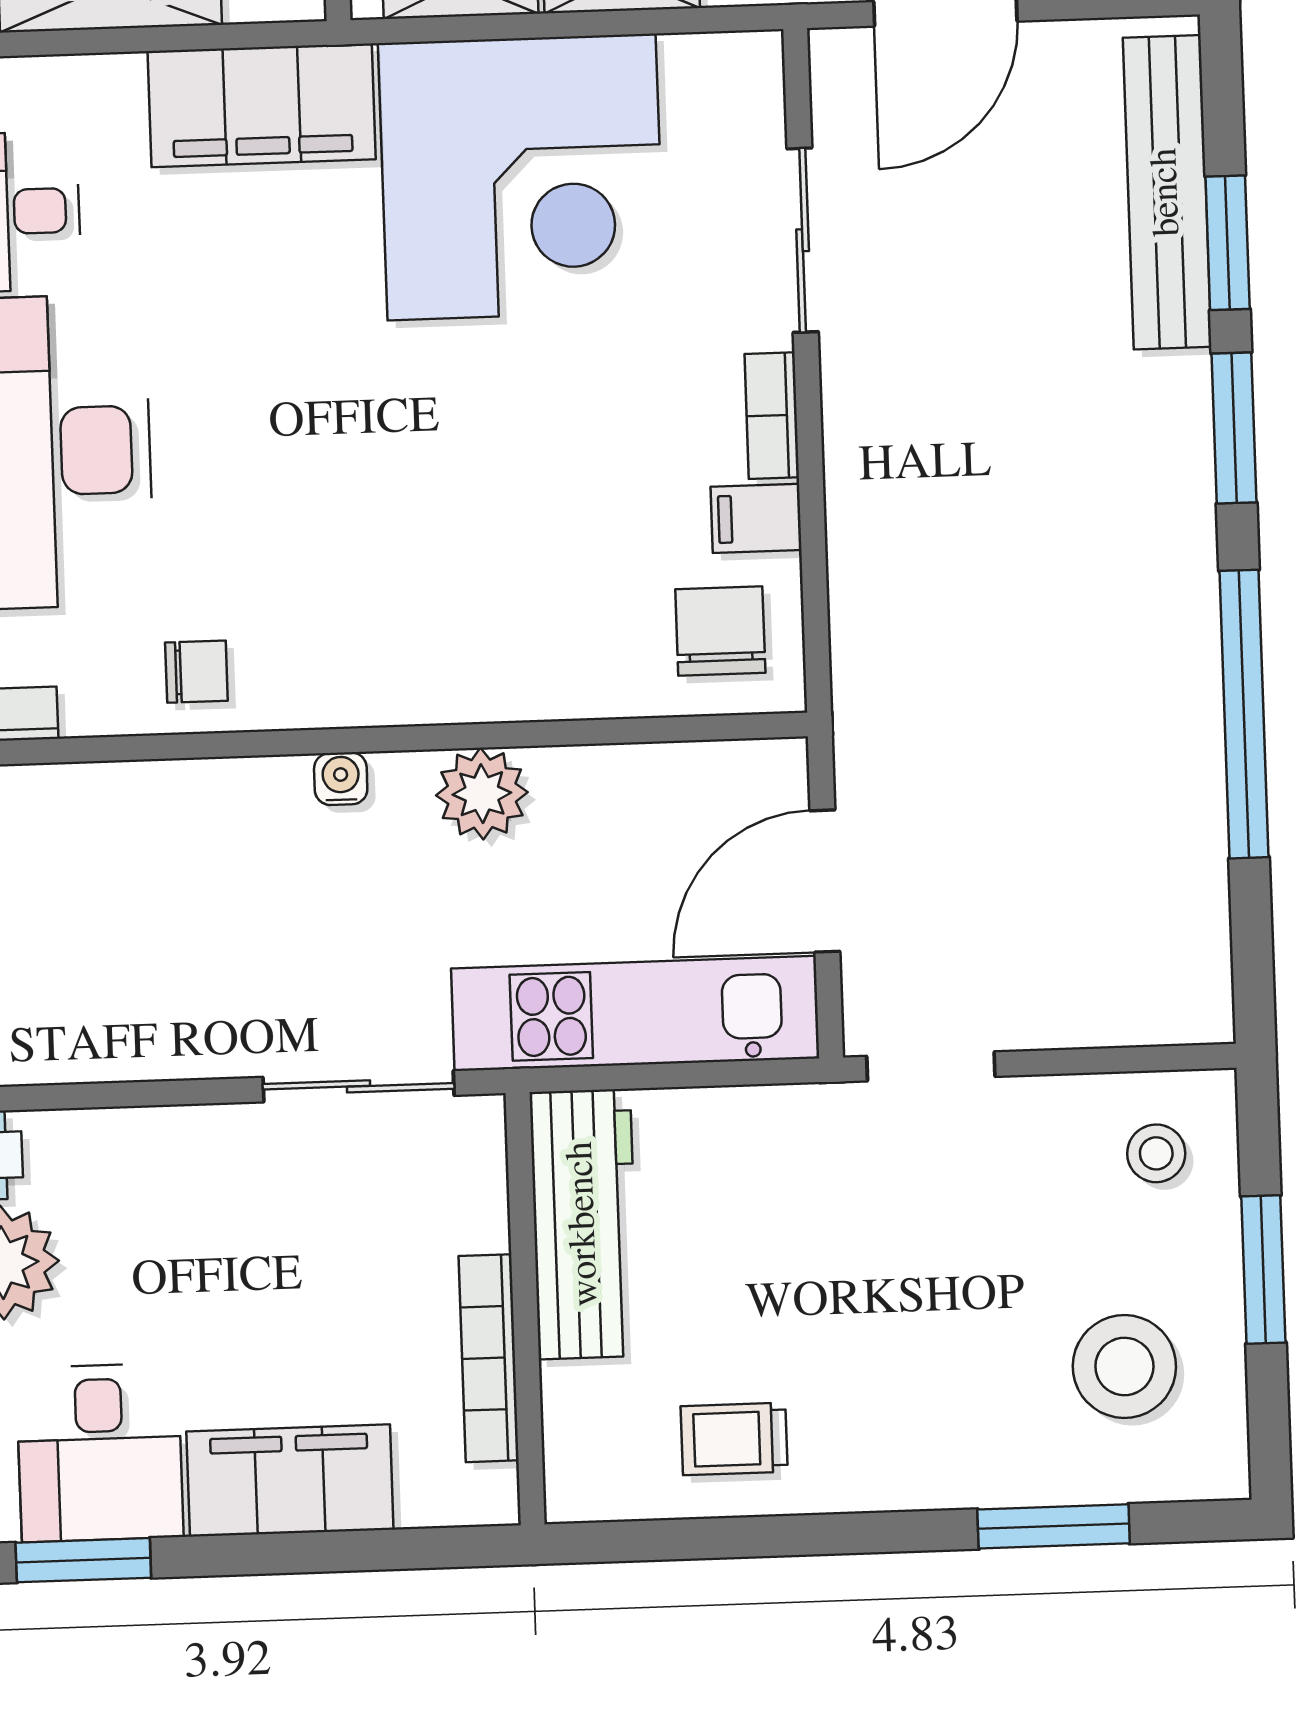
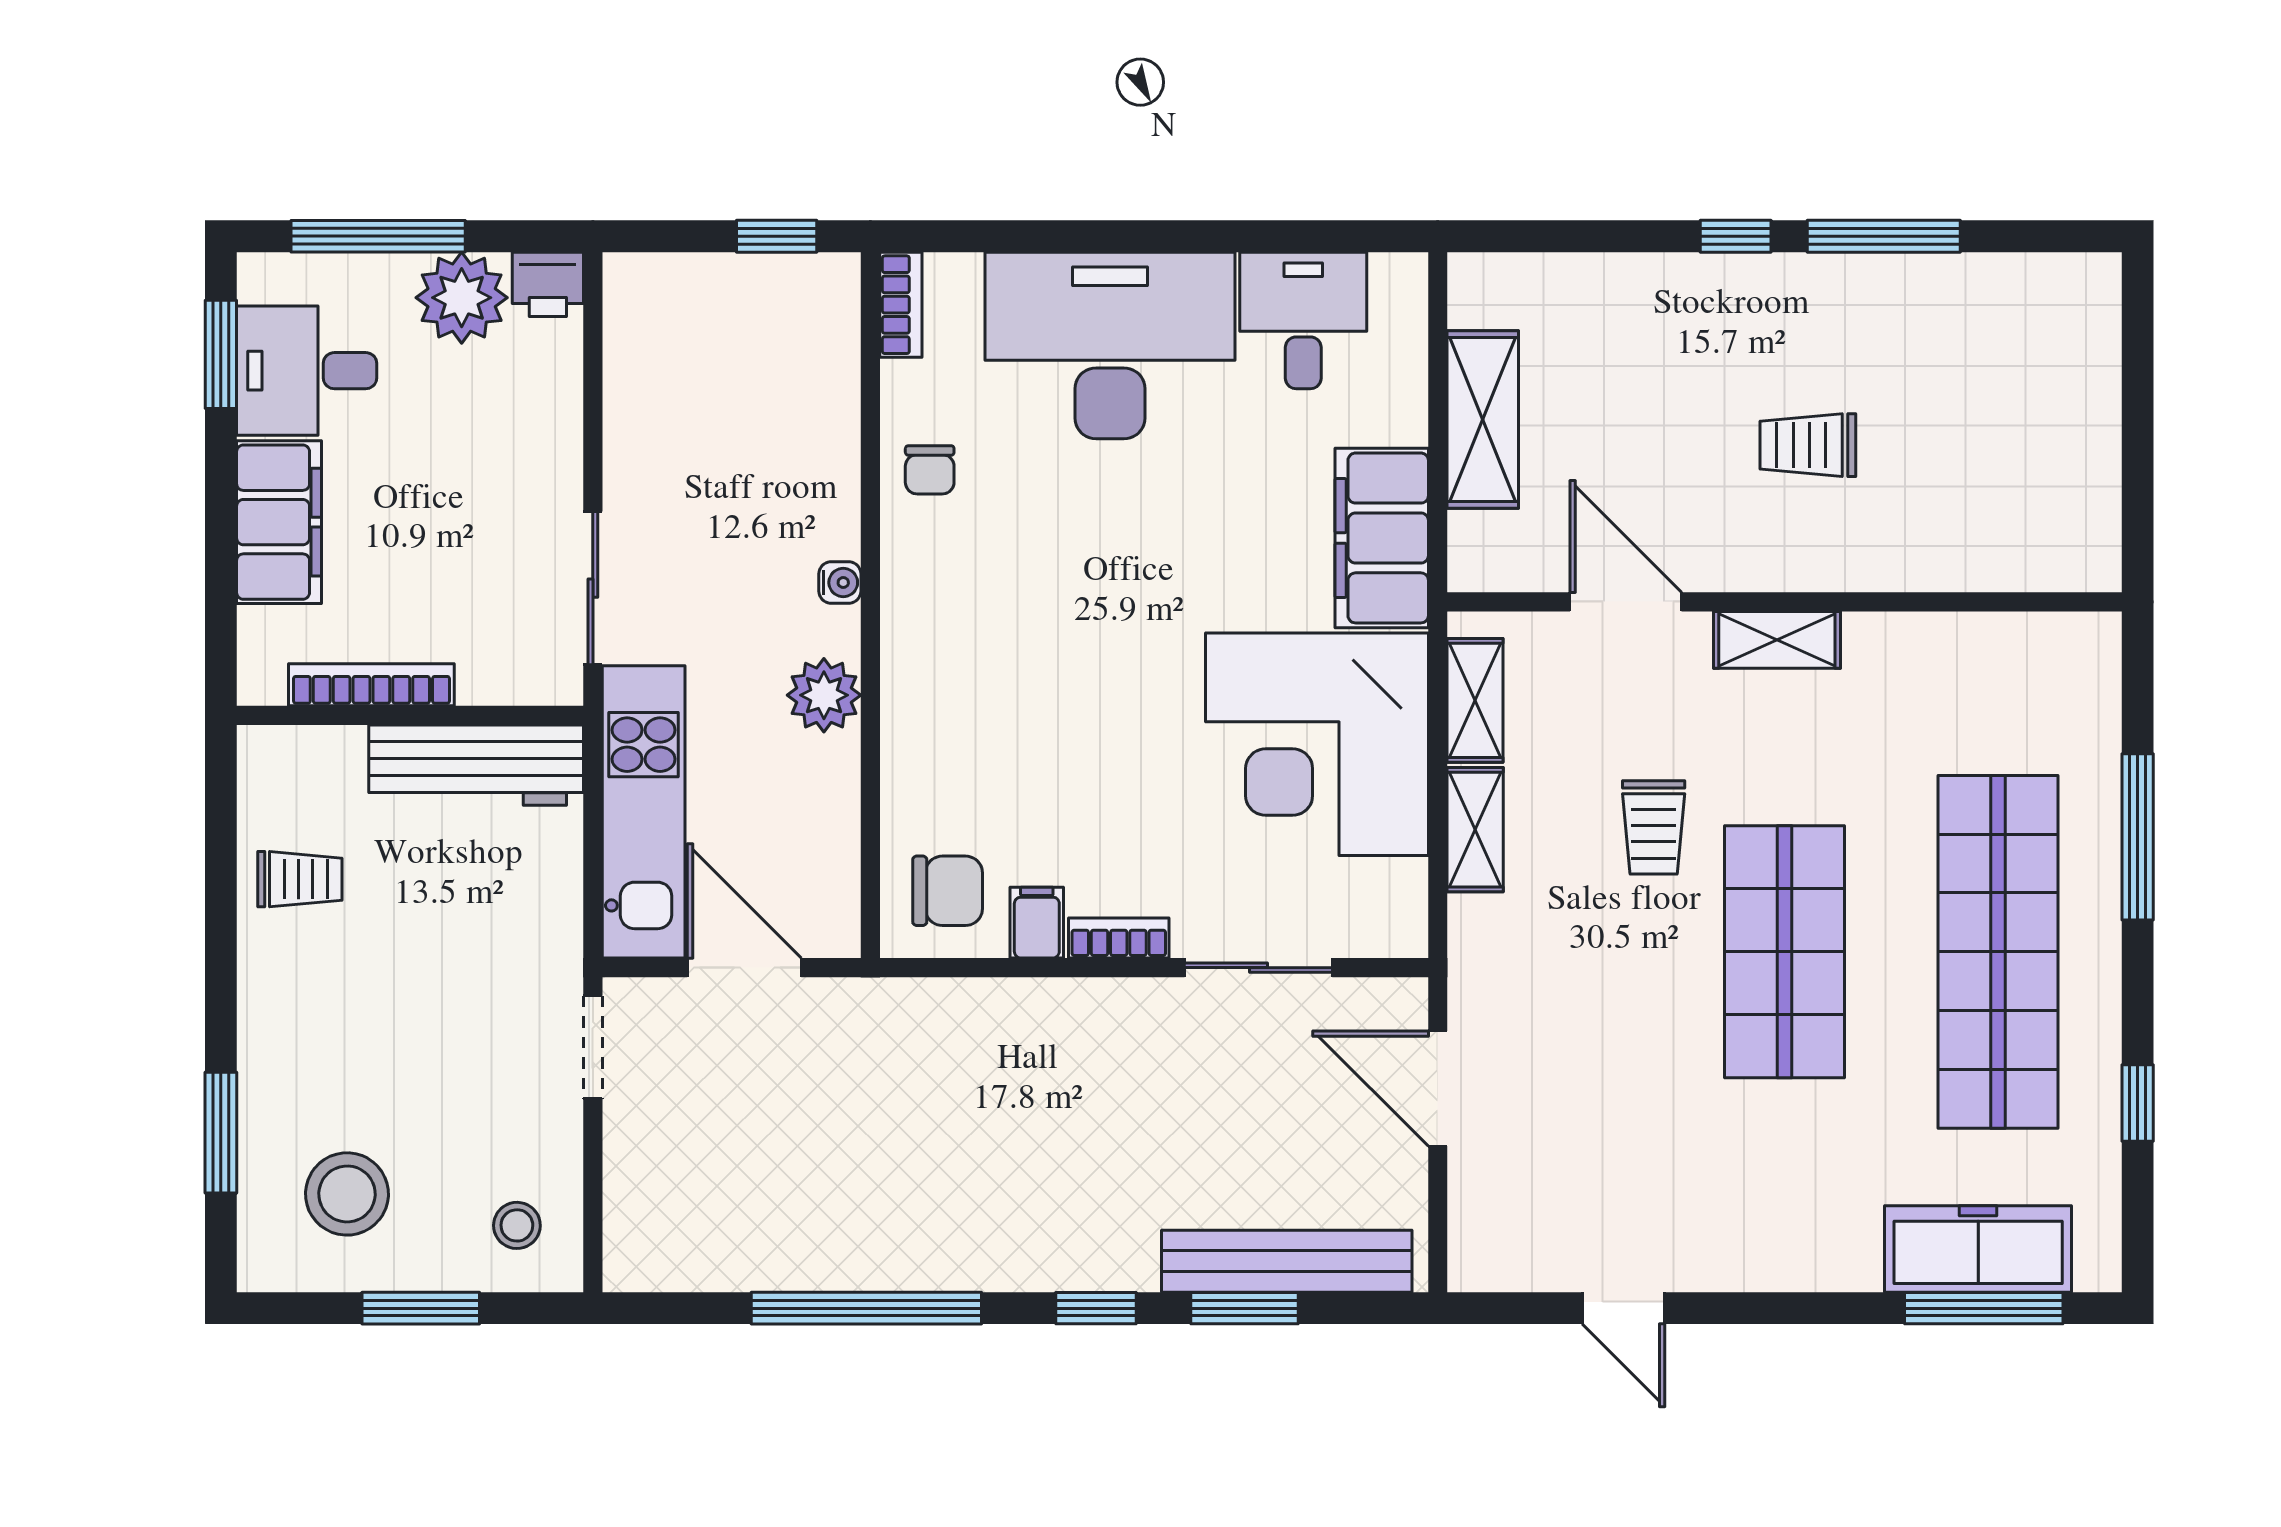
window: (1234, 428) -> (1096, 1308), width x0.67
trolley: (734, 1439) -> (300, 879), turned 90

